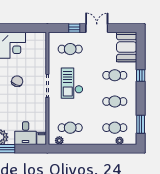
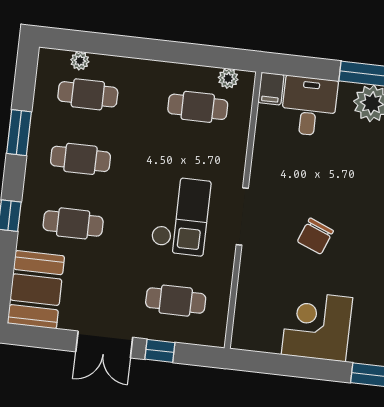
window: (141, 124) -> (19, 133), moved

